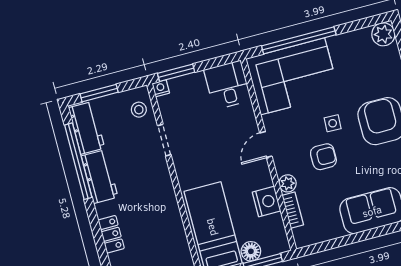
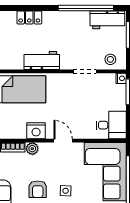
armchair: (323, 157) -> (38, 189), moved
workbench: (100, 177) -> (42, 61), moved, turned 180
nightstand: (267, 202) -> (36, 131), moved

